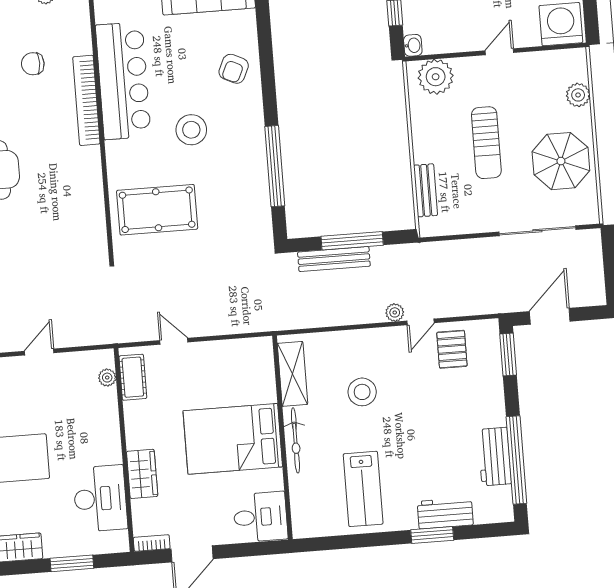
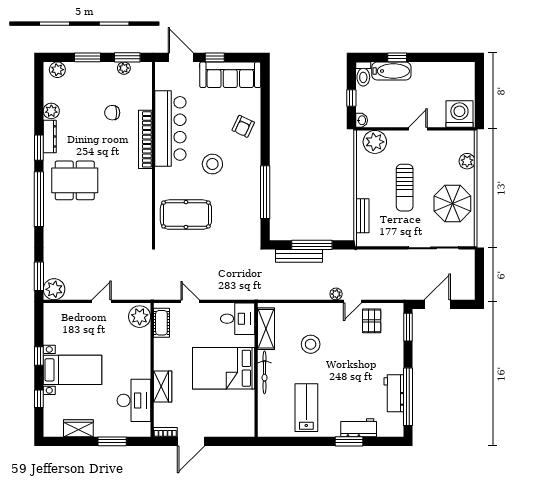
plant: (107, 378) -> (140, 317), width x1.87, depth x1.87
lab bench: (363, 489) -> (306, 408), turned 180
desk: (260, 517) -> (238, 319), moved

